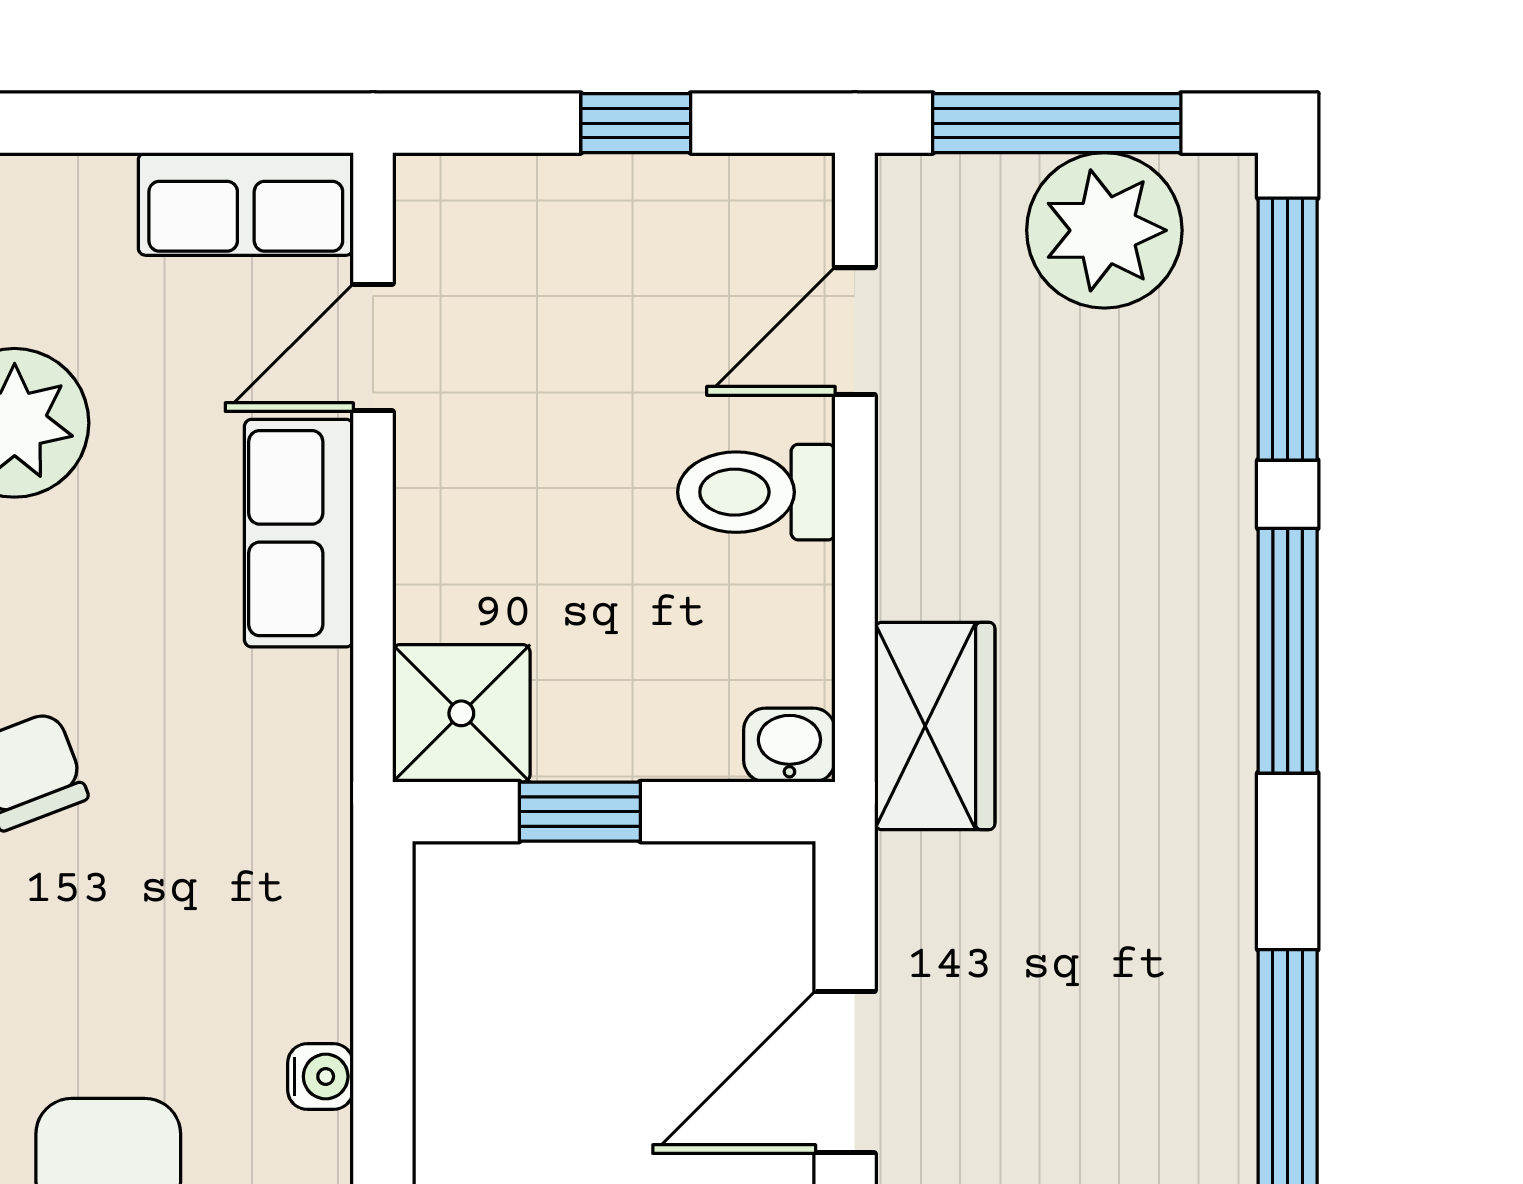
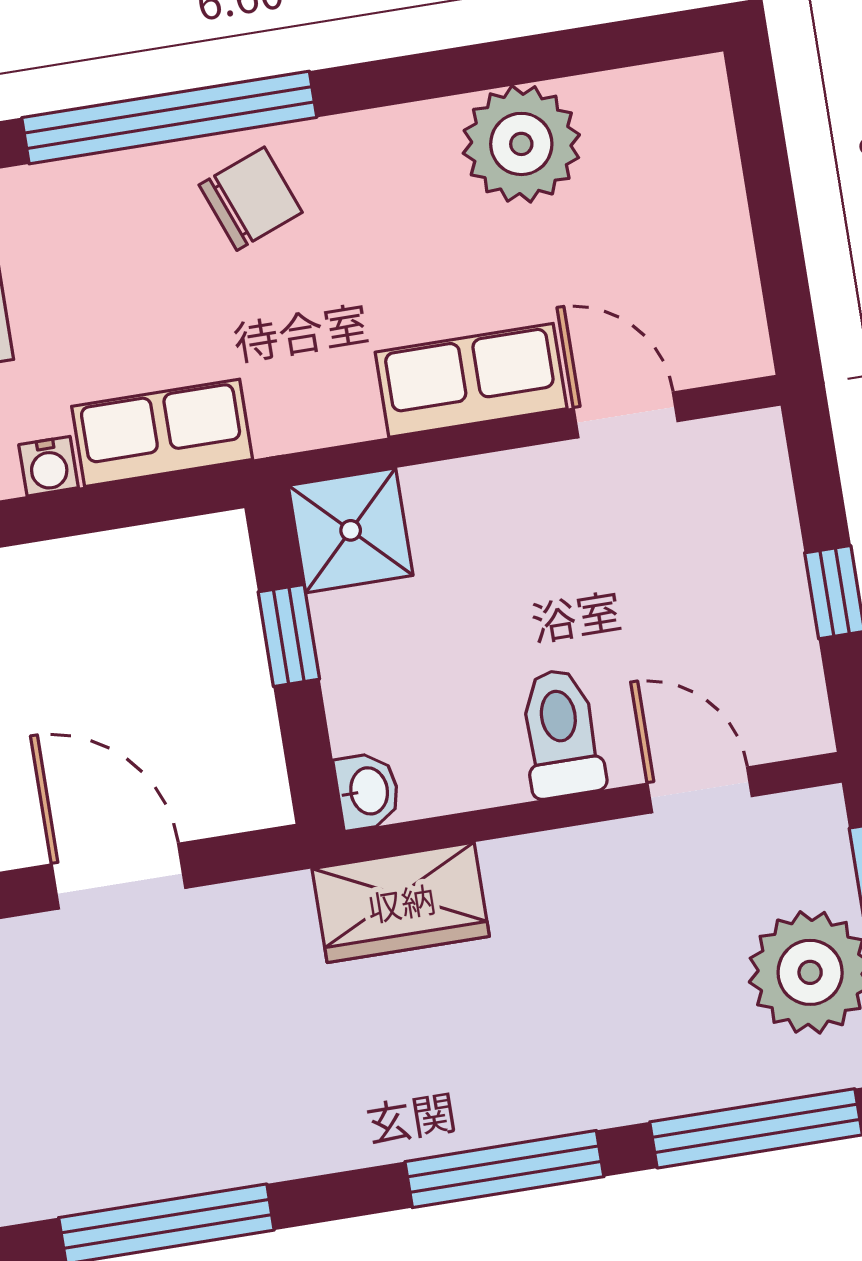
row of seats: (246, 204) -> (162, 433), moved, turned 90

